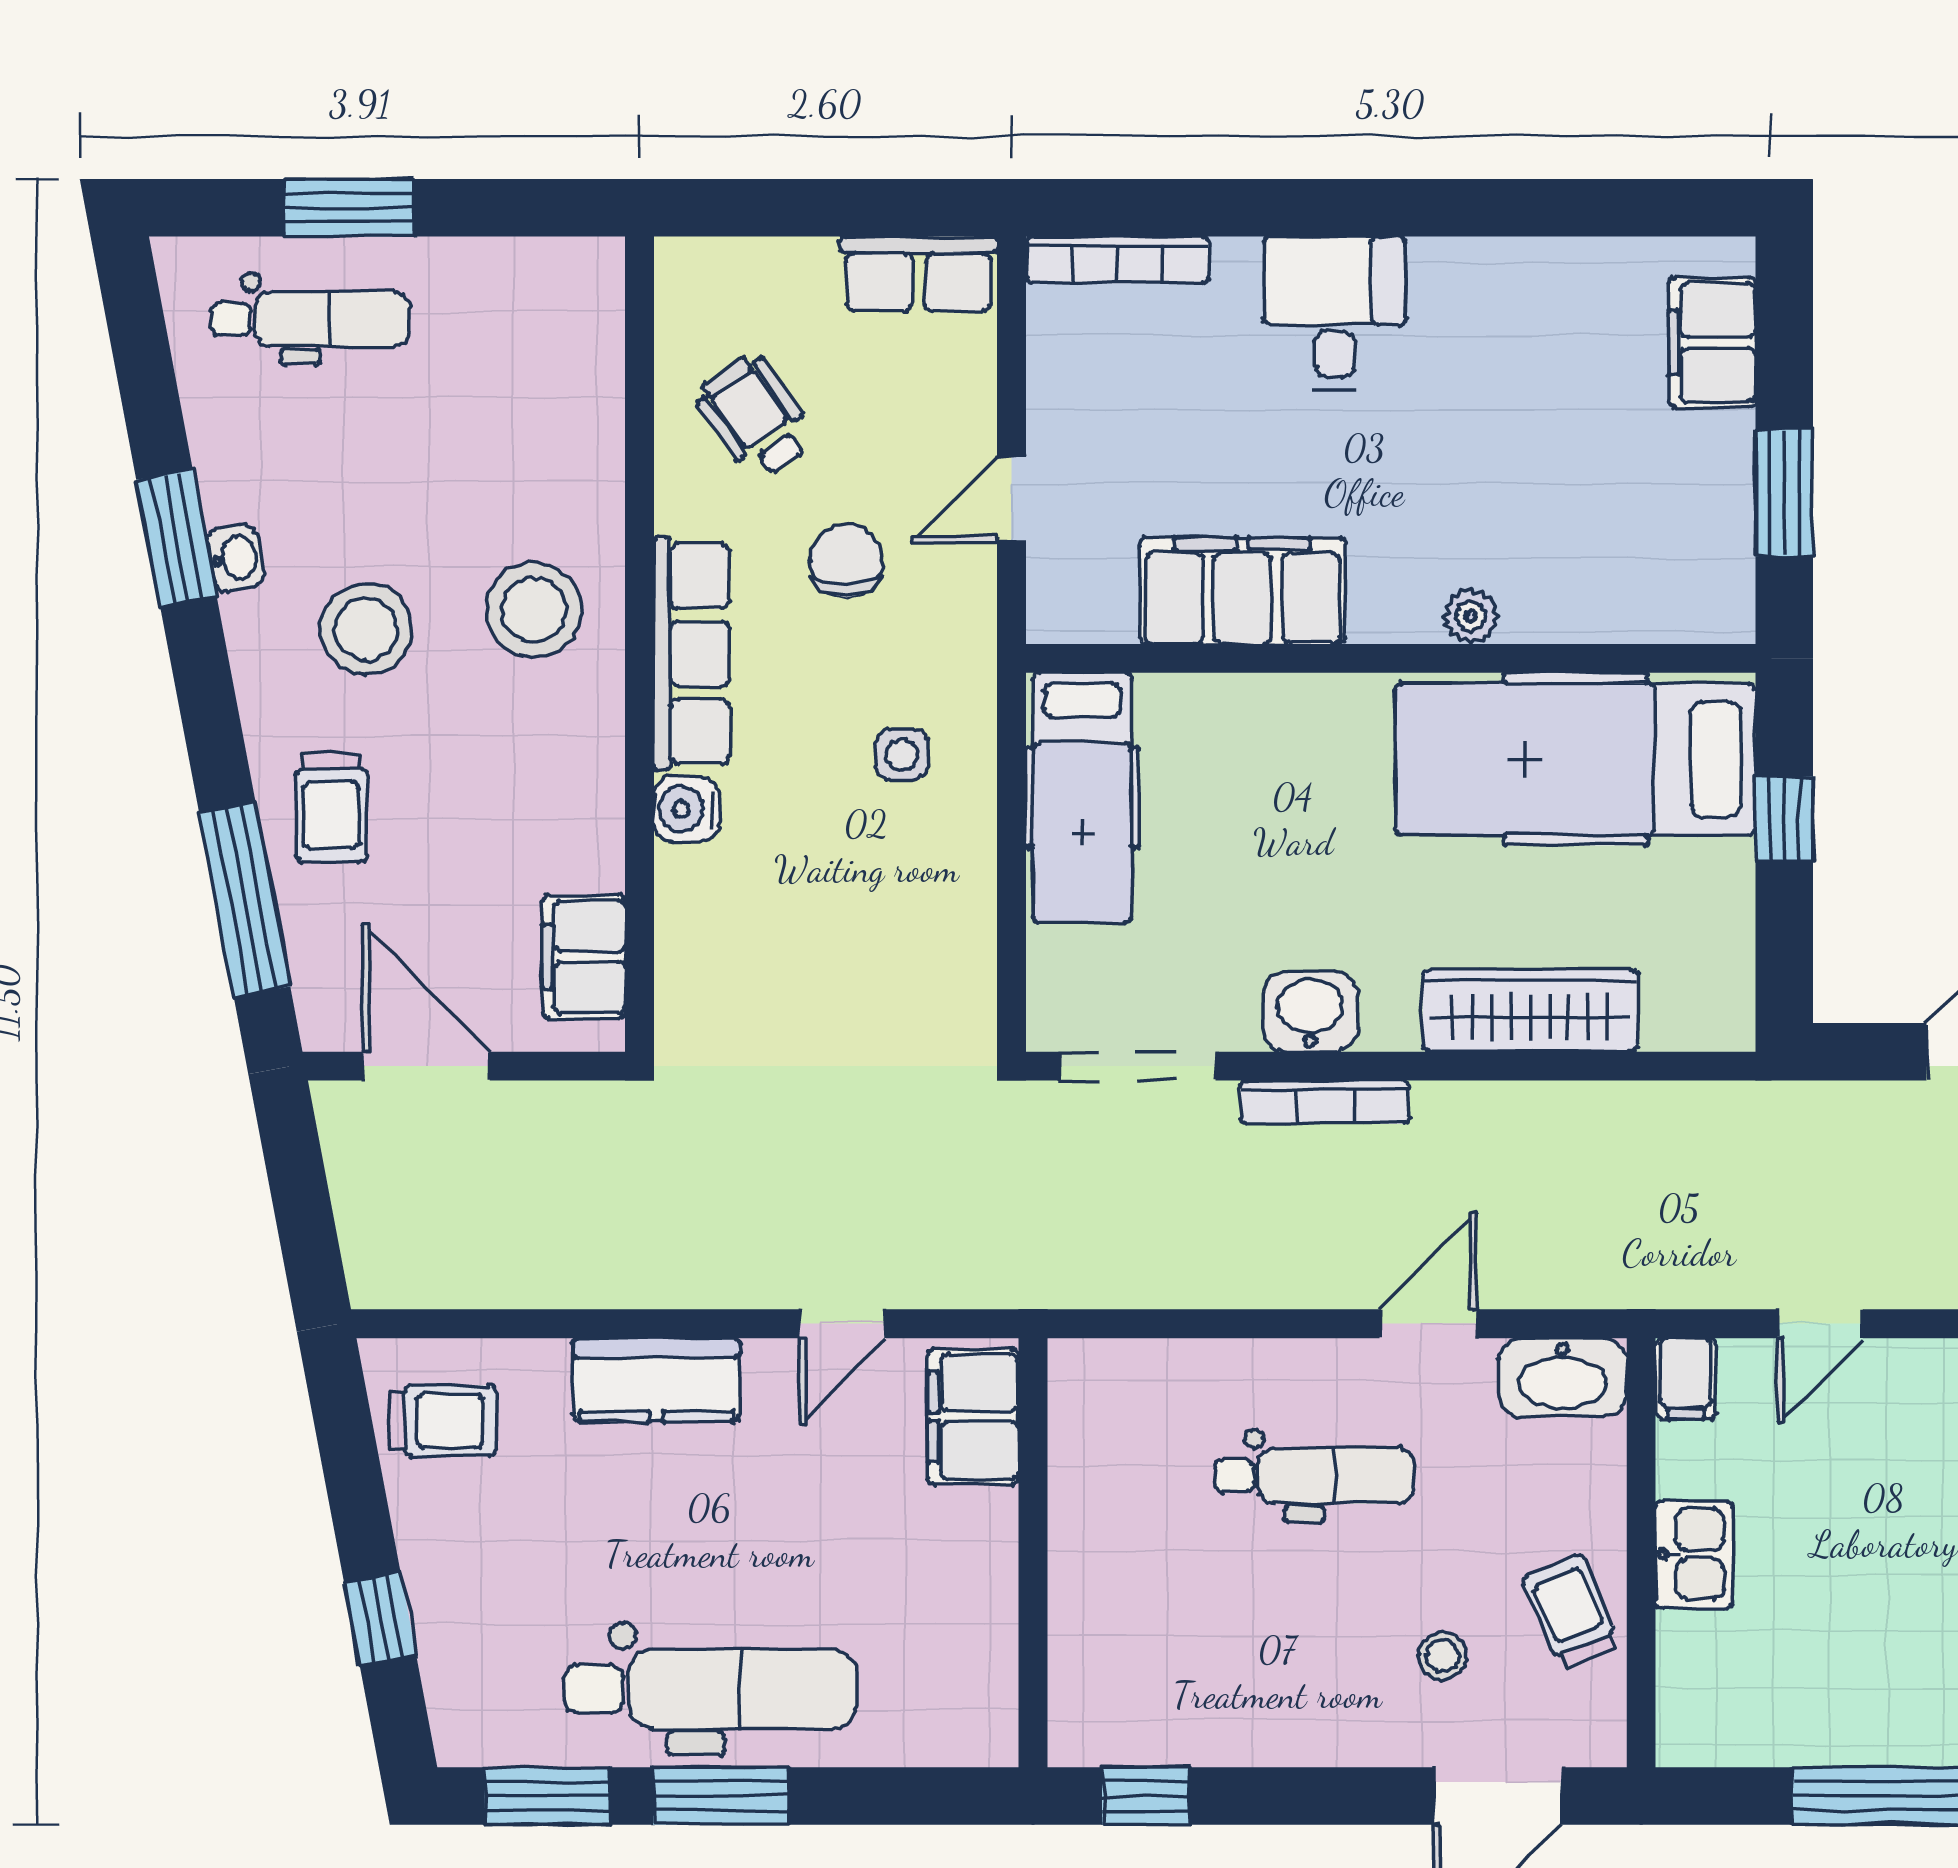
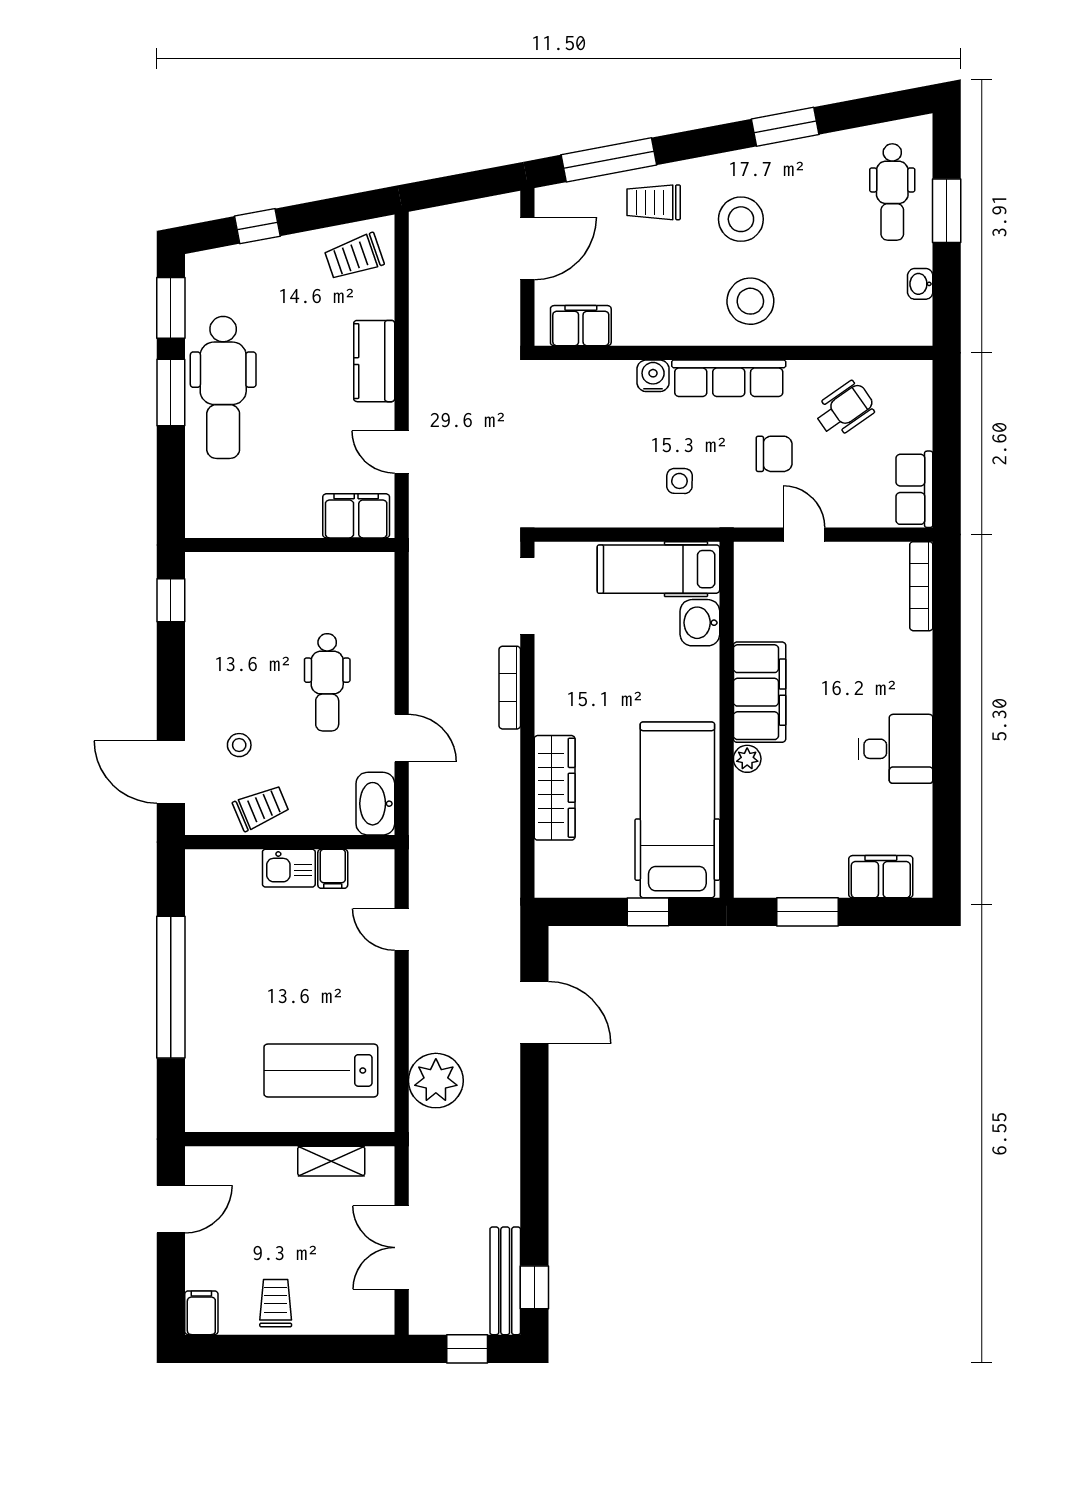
desk: (1335, 313) -> (895, 749), moved
washbasin: (236, 558) -> (920, 284), moved, turned 101
filing cabinet: (1243, 591) -> (760, 692), moved
washbasin: (1310, 1012) -> (700, 623), moved, turned 180
filing cabinet: (1686, 1378) -> (333, 869), moved, turned -90
trolley: (443, 1421) -> (354, 257), turned 71

